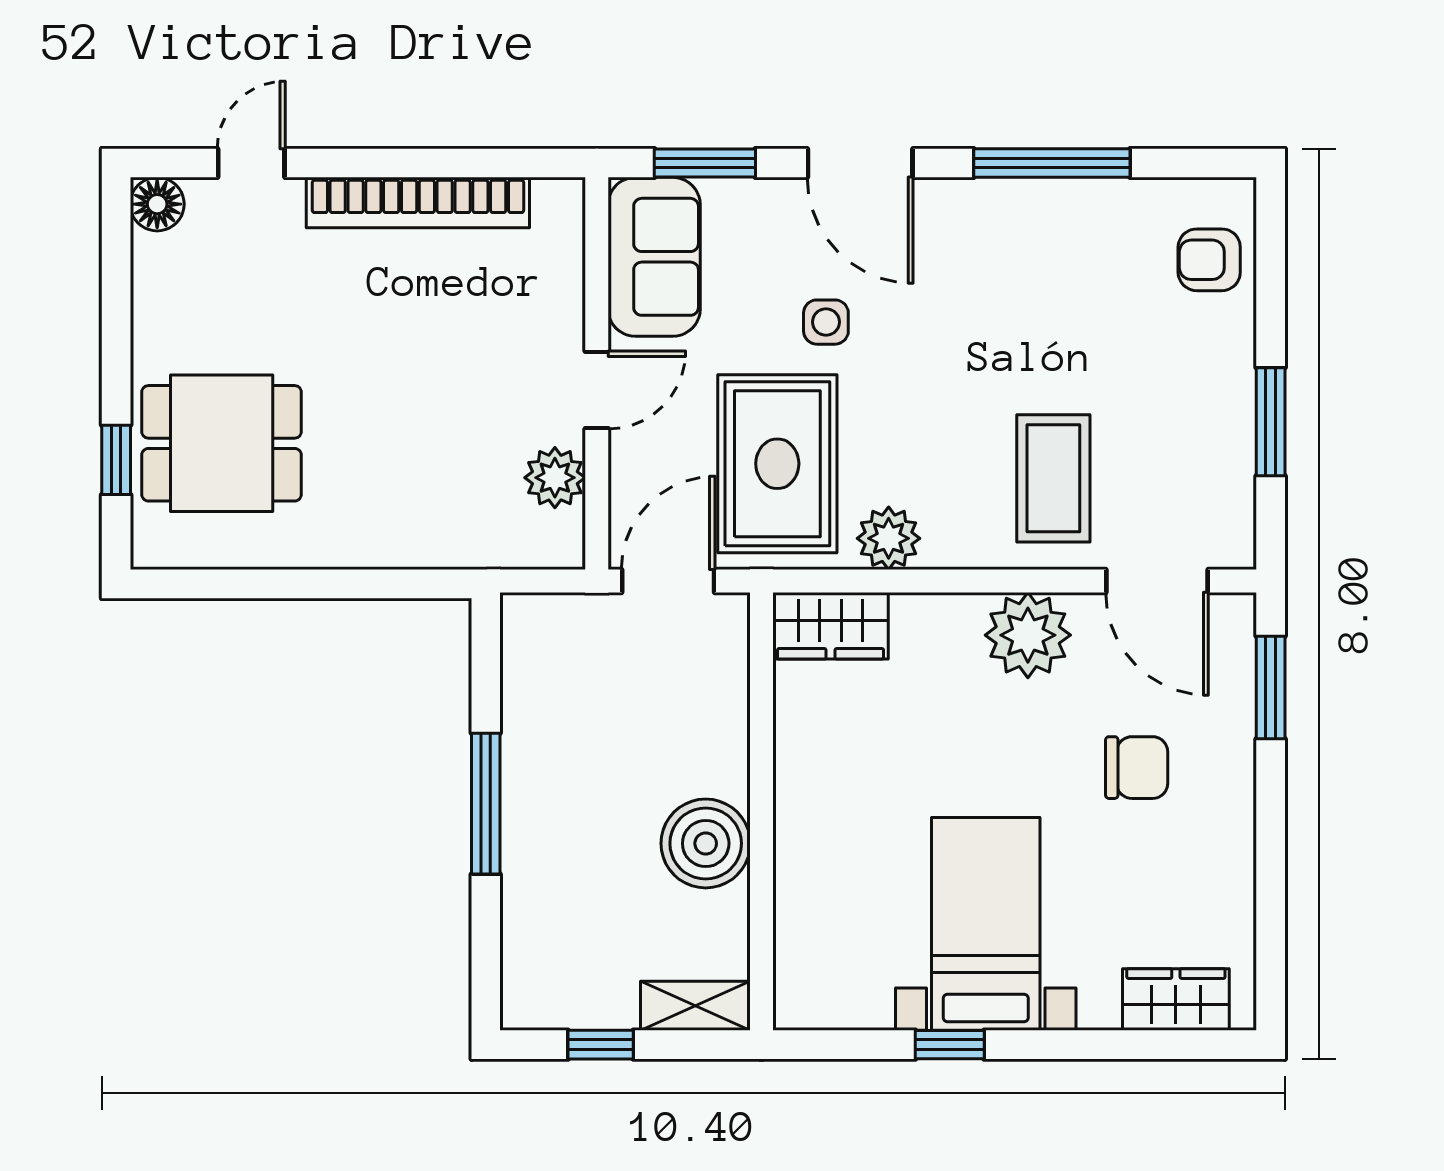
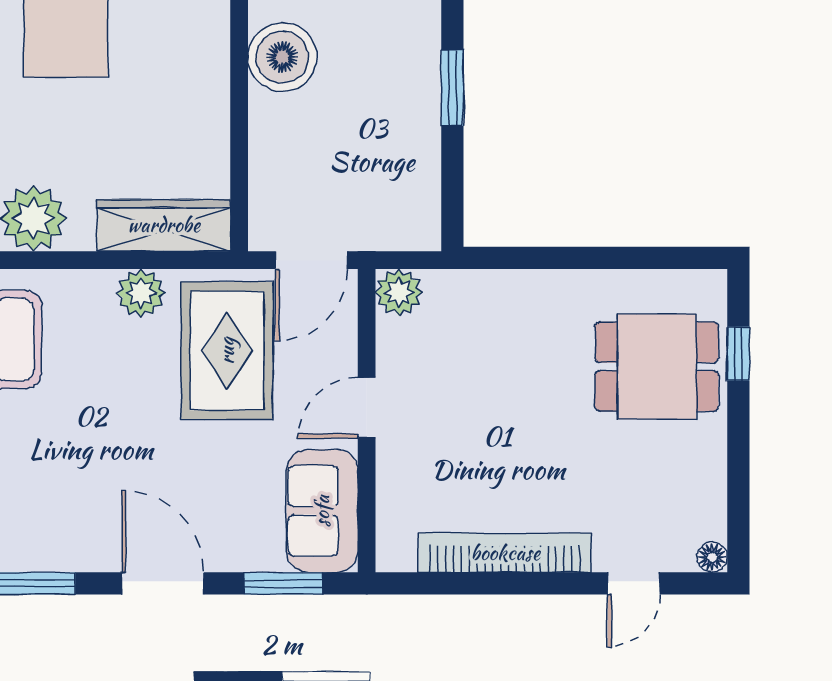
floor lamp: (157, 204) -> (712, 557), width x0.73, depth x0.73
side table: (826, 322) -> (189, 460), removed
plant: (555, 478) -> (399, 292), moved
wardrobe: (831, 626) -> (164, 225), width x1.50
window: (486, 804) -> (452, 88), width x0.69

